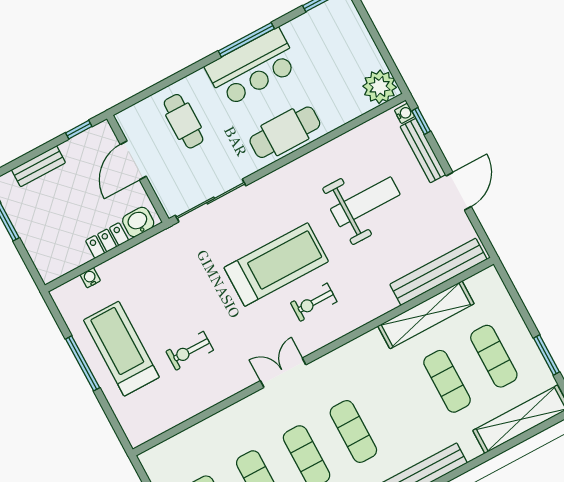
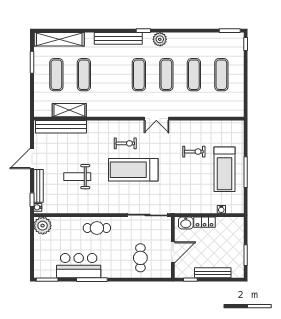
bar counter: (252, 67) -> (79, 266), moved
cafe table: (285, 132) -> (97, 228), width x0.73, depth x0.74
bench: (38, 166) -> (213, 273), width x1.36
weight bench: (365, 202) -> (77, 177), width x0.73, depth x0.75
shelving: (426, 315) -> (69, 110), width x0.68

